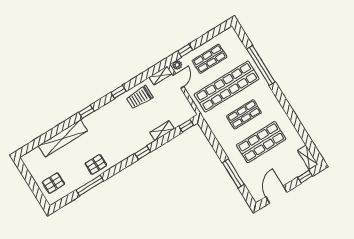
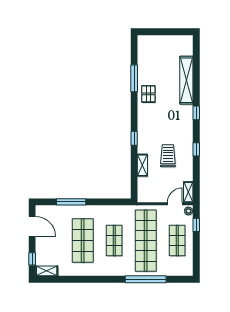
door: (178, 81) -> (175, 204), swing flipped
trolley: (140, 97) -> (168, 156), moved
window: (186, 126) -> (134, 187), removed
pallet: (53, 183) -> (155, 50), removed

